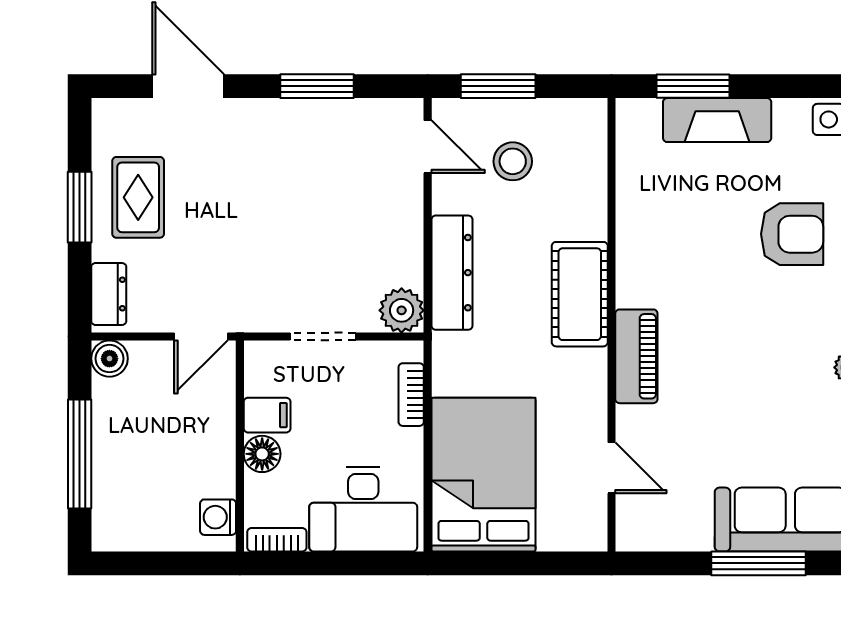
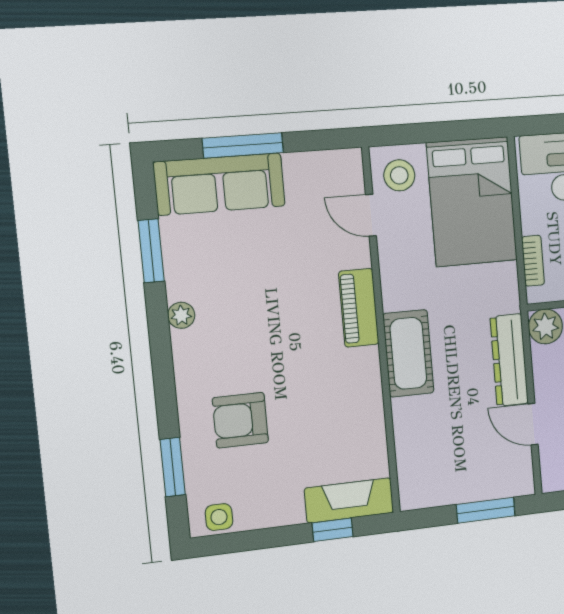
window: (693, 86) -> (333, 530), width x0.67
fireplace: (717, 120) -> (349, 500), moved
door: (428, 147) -> (533, 424), moved
stool: (513, 161) -> (399, 175), moved

